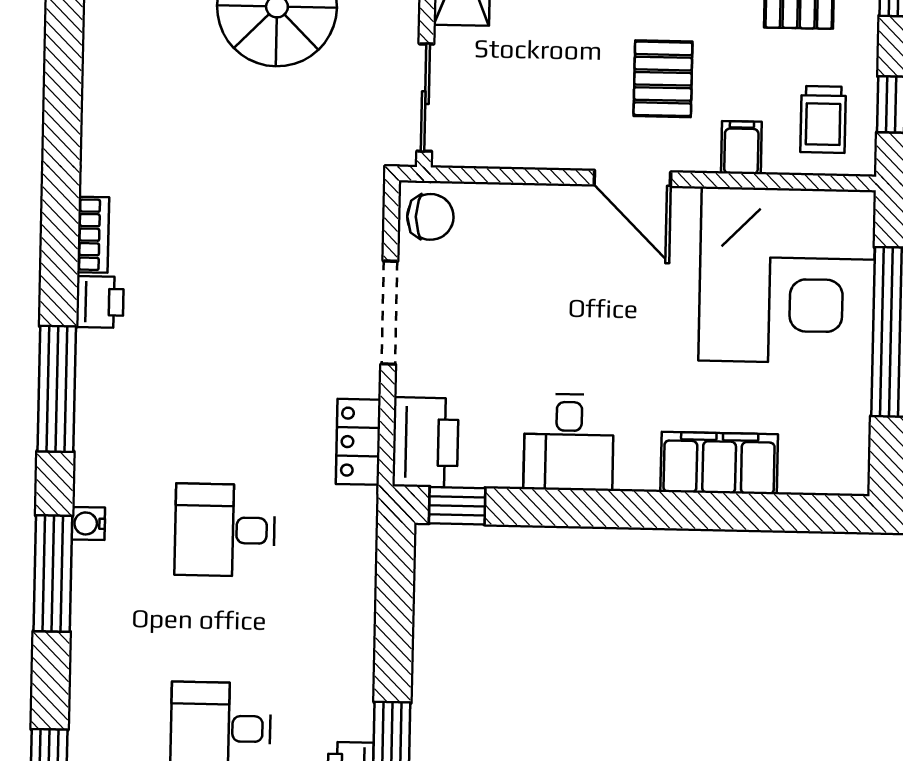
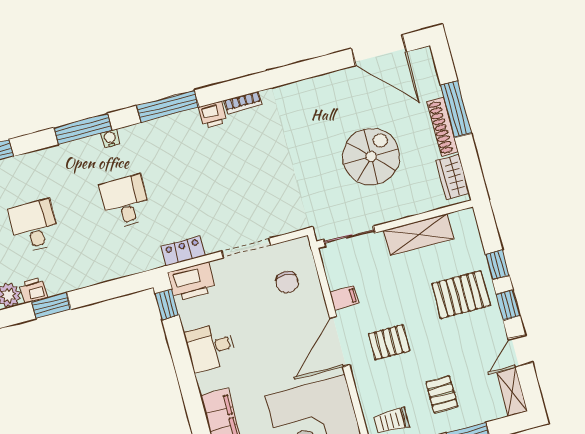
filing cabinet: (741, 148) -> (344, 298), moved
door: (632, 178) -> (340, 341), width x1.36
chair: (430, 217) -> (287, 282), moved

